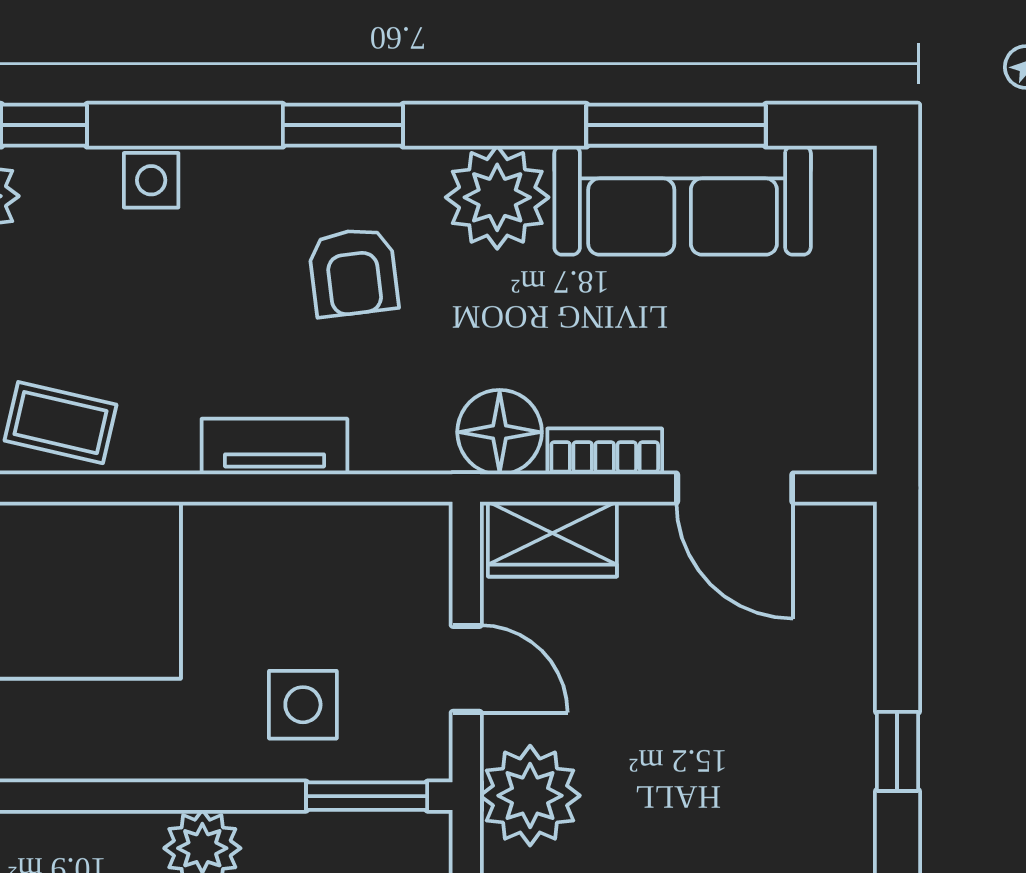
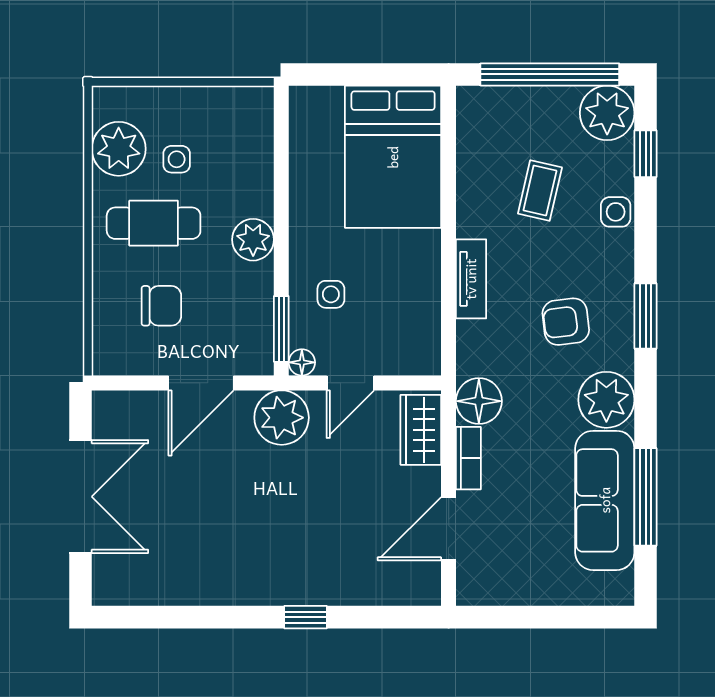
coffee table: (60, 423) -> (540, 190), moved
side table: (303, 705) -> (331, 294), width x0.73, depth x0.73
floor lamp: (428, 758) -> (302, 362), added

